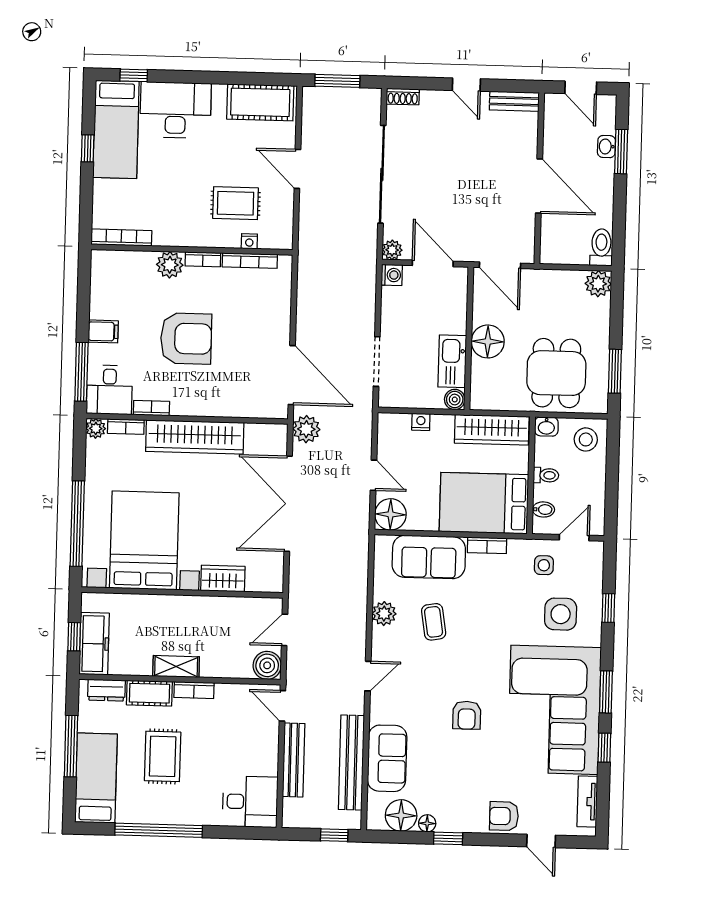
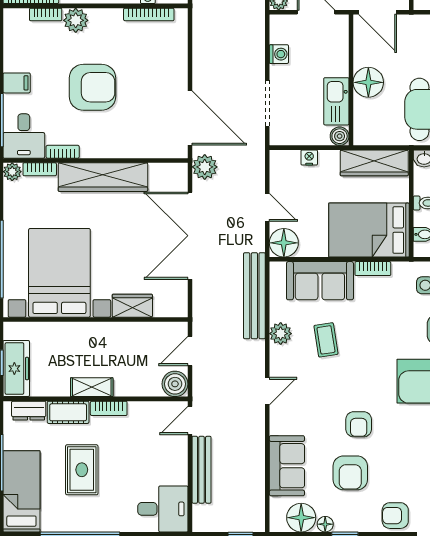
bookcase: (203, 259) -> (46, 14), moved
washing machine: (392, 275) -> (279, 54), moved
door: (282, 706) -> (190, 421), hinge flipped
bench: (351, 763) -> (254, 296), moved
armchair: (456, 768) -> (350, 473), added

